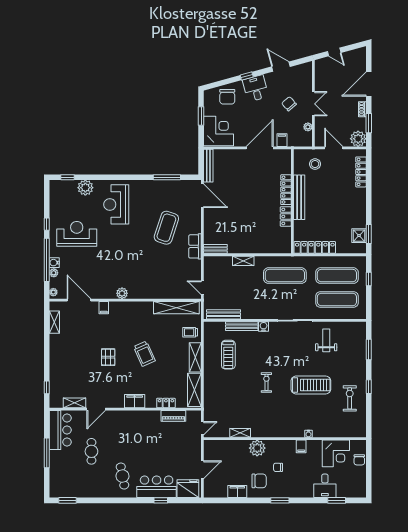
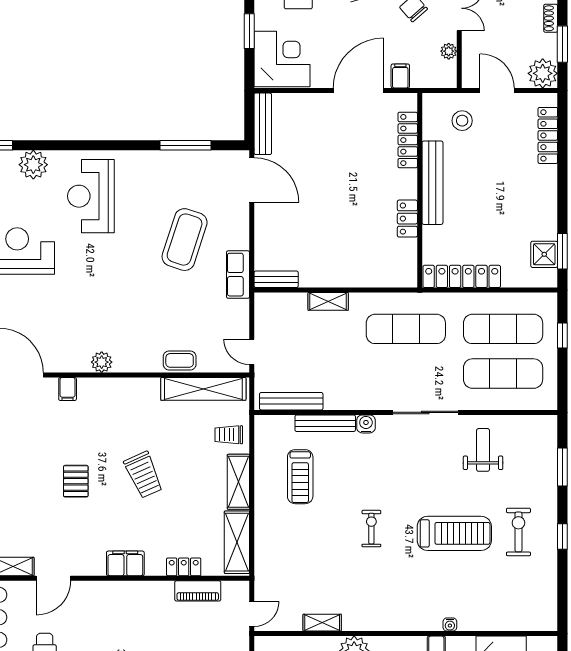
locker: (286, 190) -> (408, 140), moved
coffee table: (164, 292) -> (180, 360), added
exercise bike: (350, 398) -> (518, 532), moved

